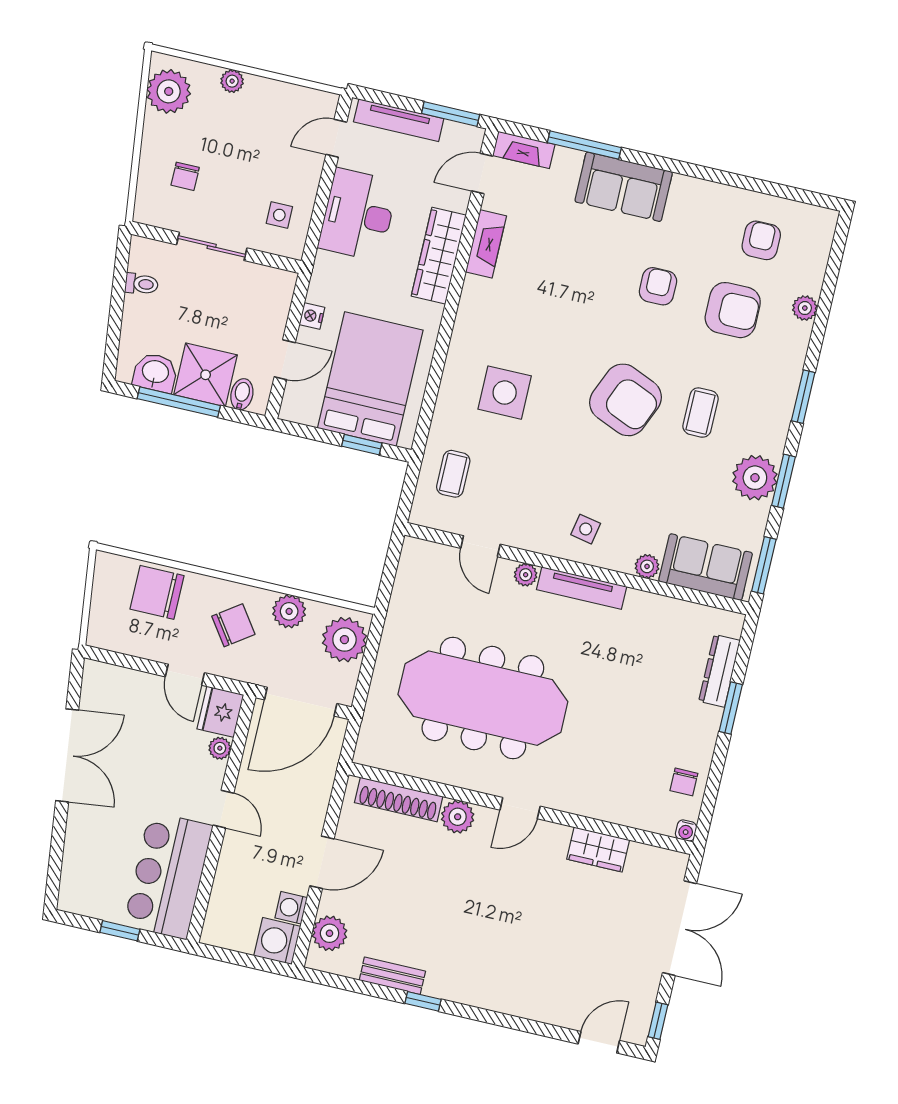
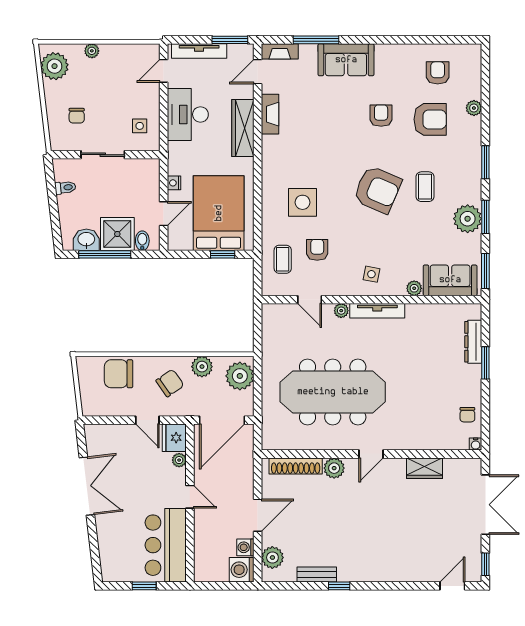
armchair: (510, 472) -> (317, 250), added

